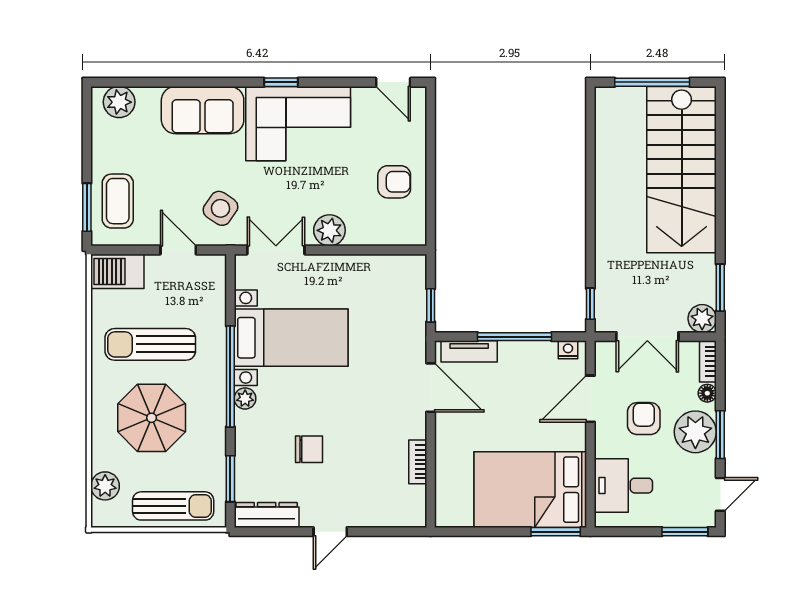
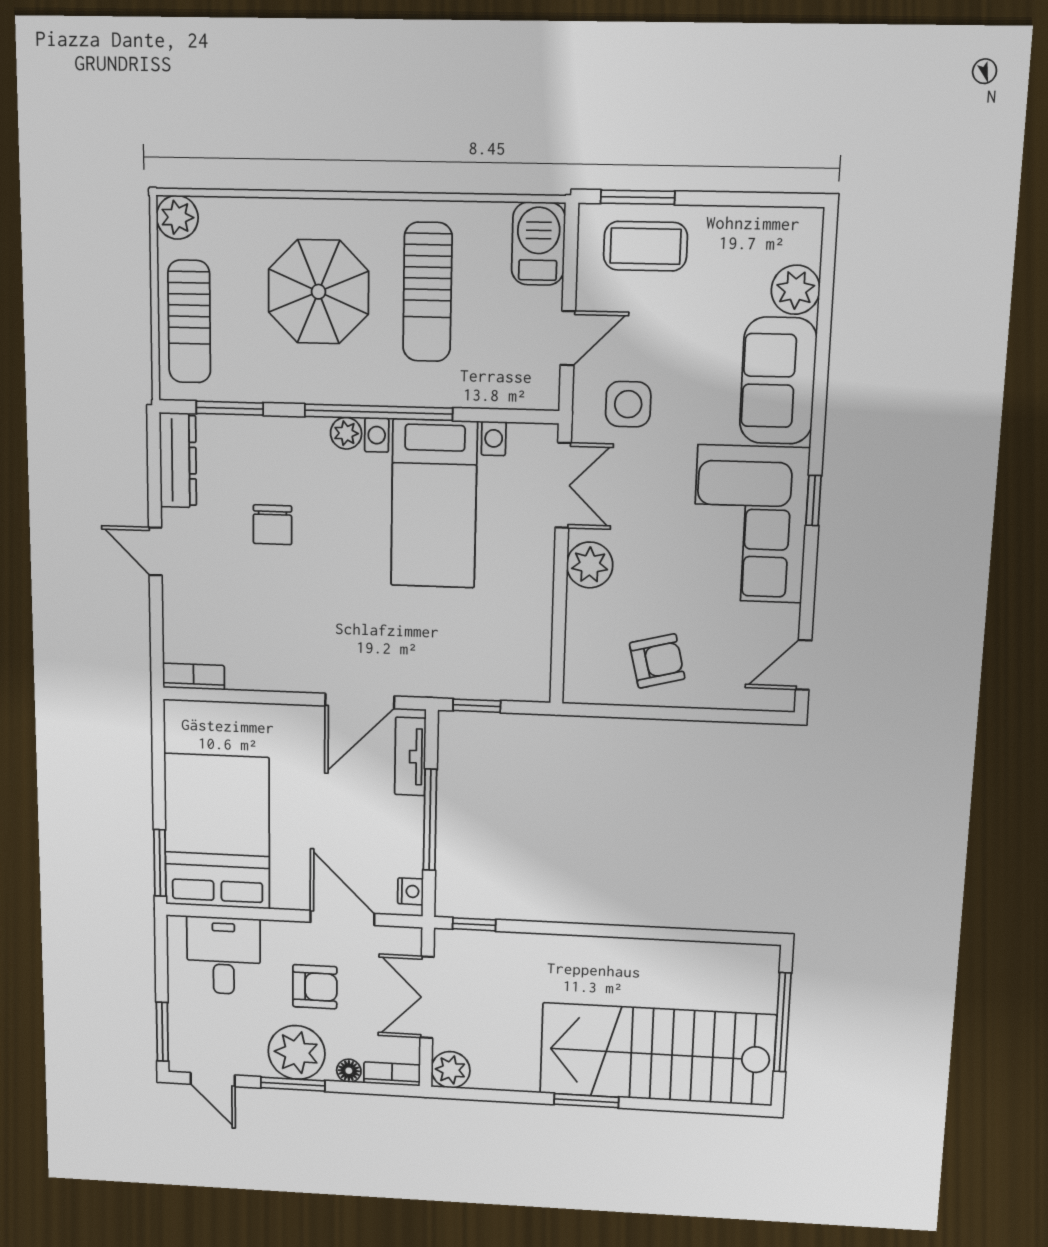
plant: (119, 102) -> (796, 290), moved
armchair: (394, 182) -> (657, 661), turned -104
side table: (220, 208) -> (628, 404), turned -34
window: (720, 288) -> (586, 1101), moved
sun lounger: (150, 344) -> (427, 292), turned 180
bookcase: (418, 462) -> (194, 677), moved
plant: (105, 486) -> (177, 217), moved

